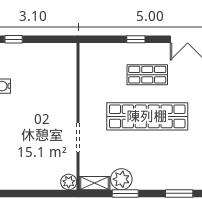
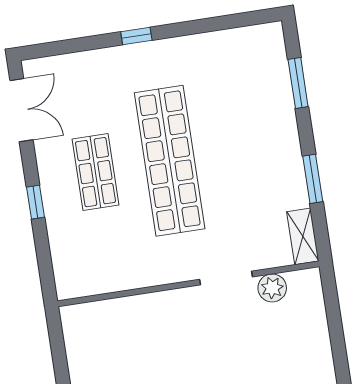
plant: (121, 179) -> (288, 190), removed
plant: (69, 182) -> (272, 288), moved

